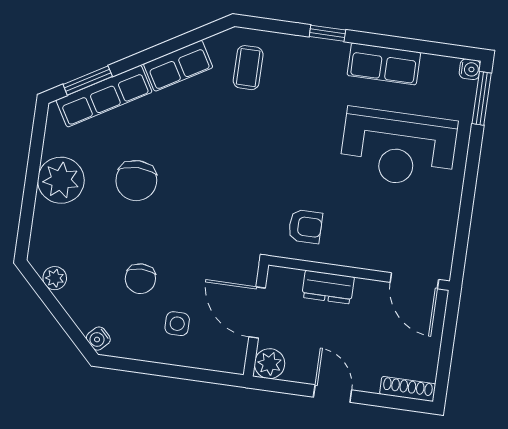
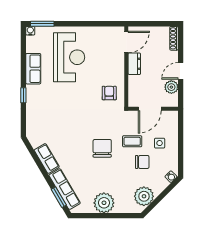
coffee table: (248, 68) -> (132, 141), moved
chair: (136, 181) -> (102, 148), moved, turned -90
plant: (55, 278) -> (144, 196), width x1.88, depth x1.88
dresser: (328, 287) -> (134, 64), moved
plant: (270, 364) -> (171, 87), moved

